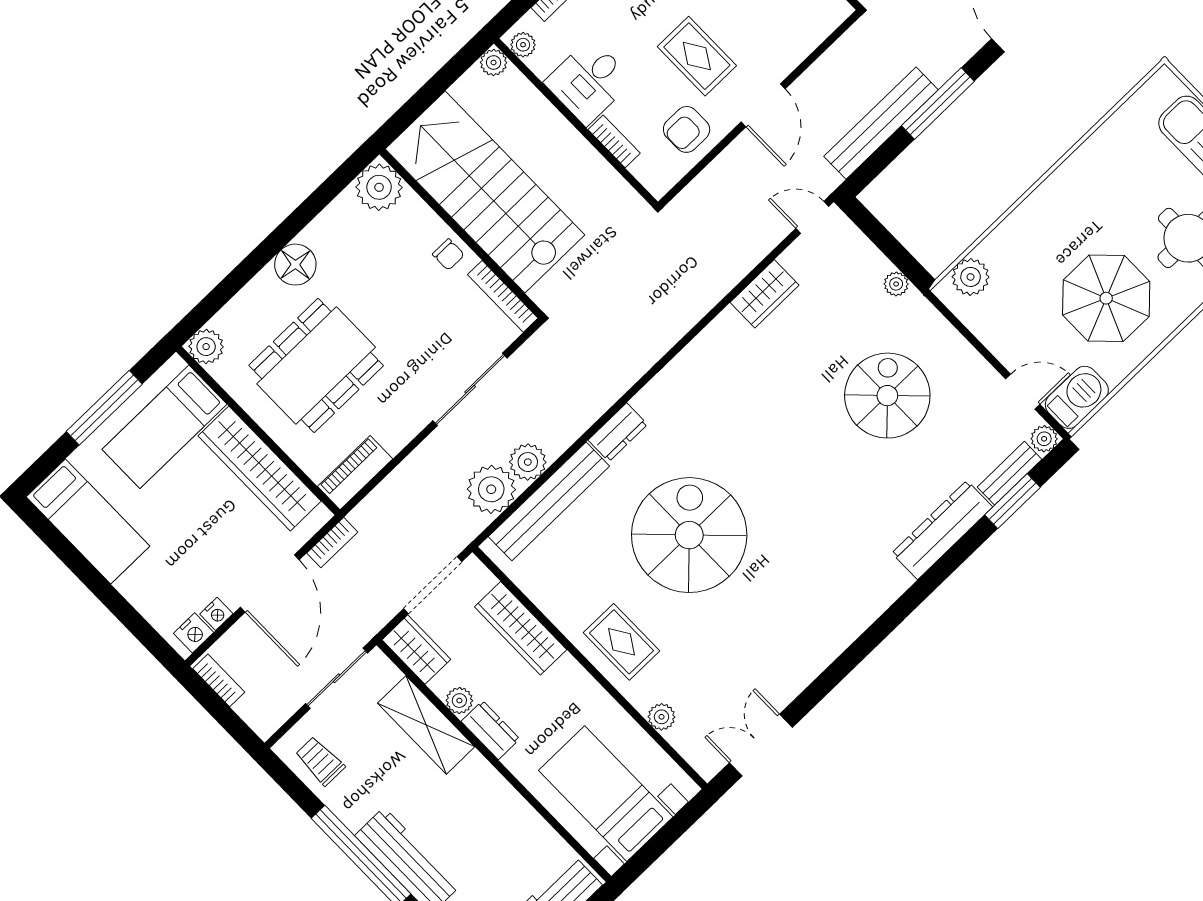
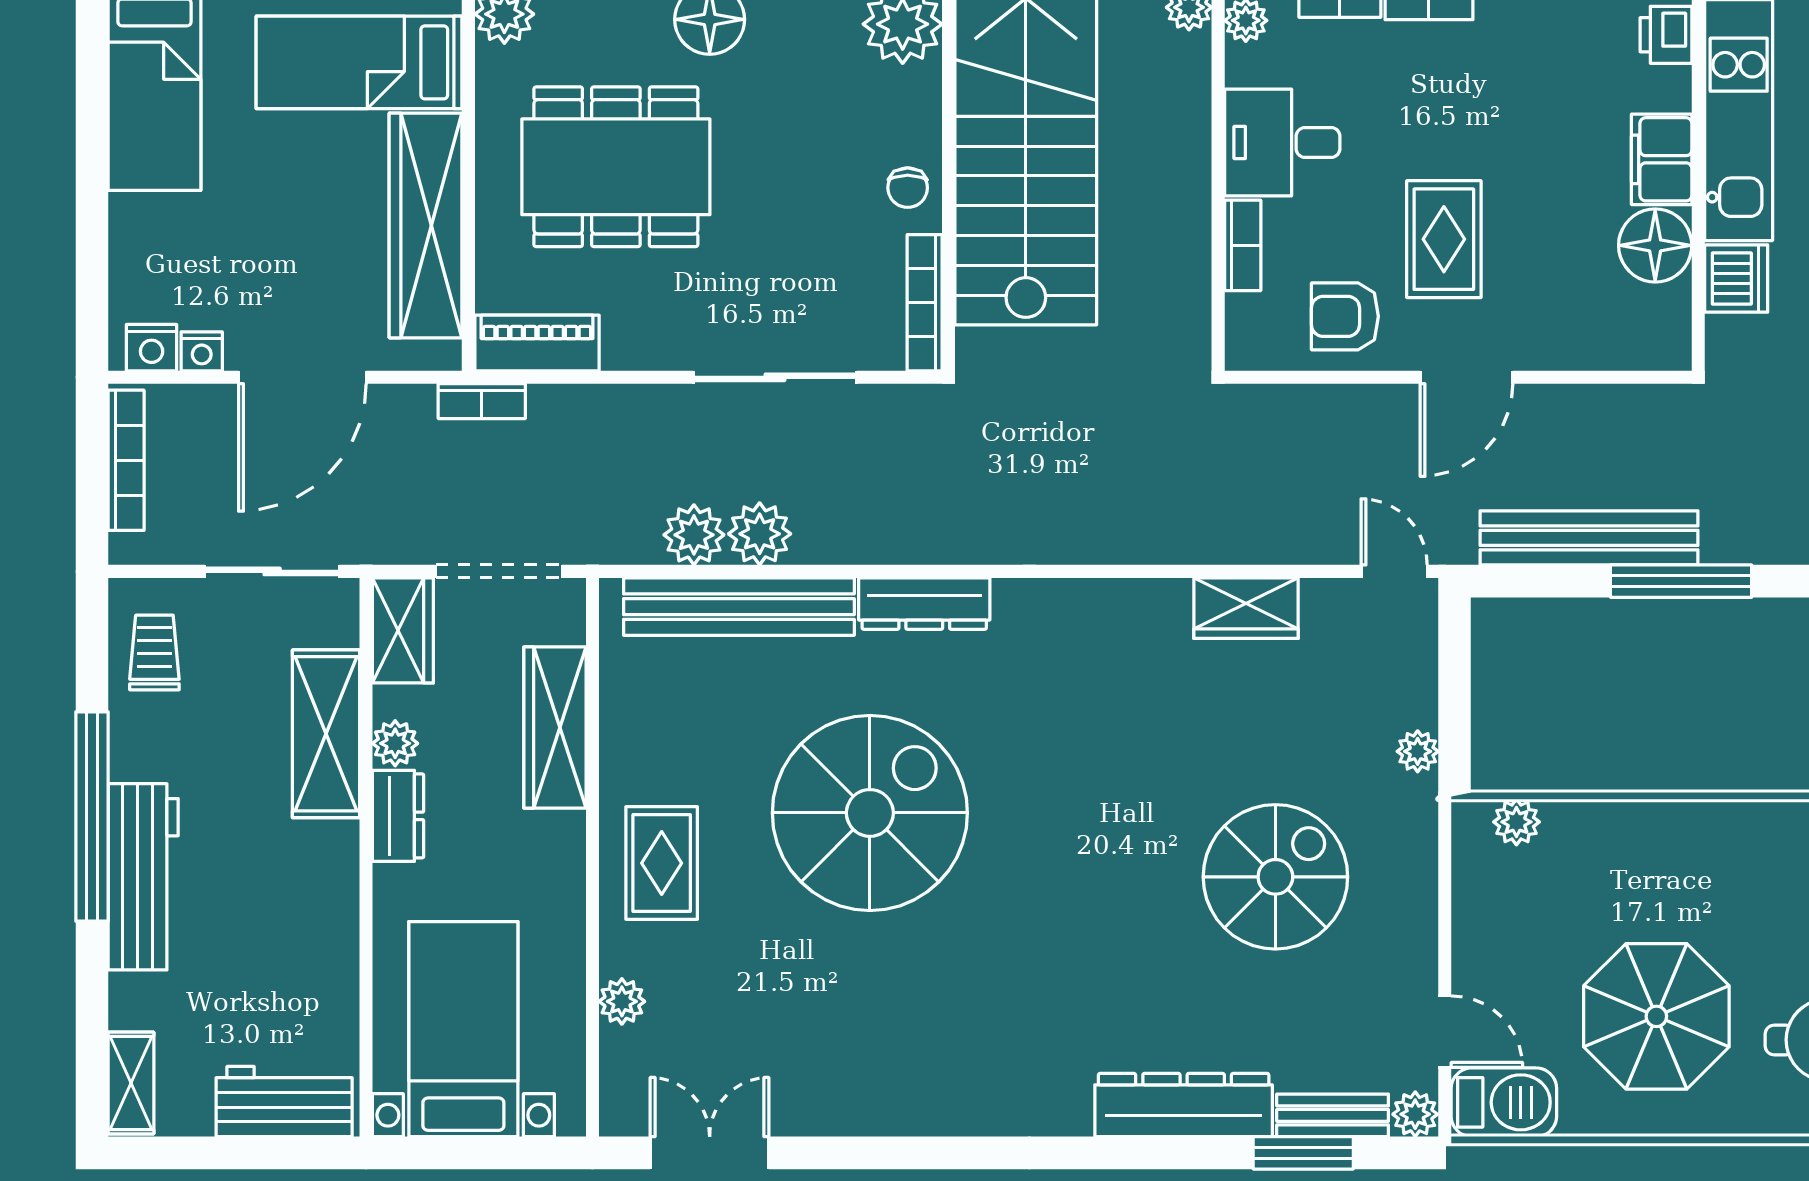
plant: (971, 277) -> (1516, 822), width x0.73, depth x0.73
dresser: (618, 432) -> (924, 604), width x1.44
plant: (491, 489) -> (694, 535), width x0.73, depth x0.73
bookcase: (332, 543) -> (482, 401), moved
bookcase: (219, 680) -> (126, 460), width x1.56

